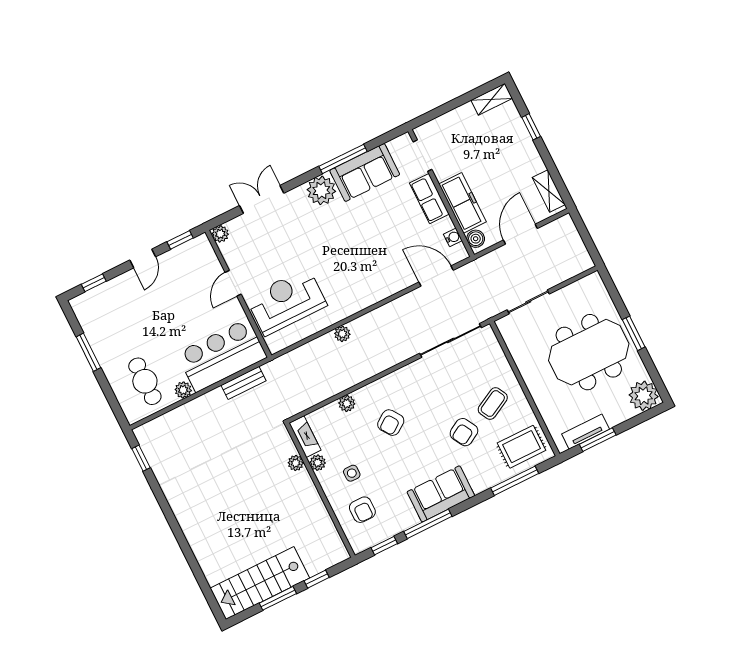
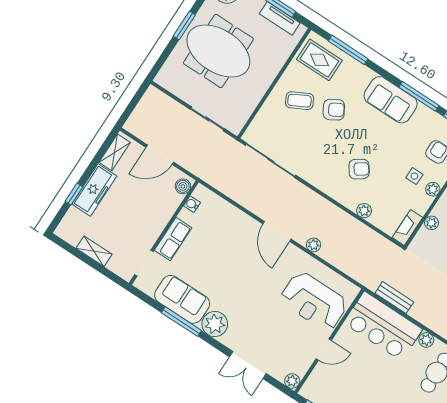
shelving: (492, 99) -> (94, 251), moved
freezer: (462, 203) -> (94, 190), moved, turned 180
door: (436, 276) -> (277, 231), moved
plant: (318, 463) -> (433, 189), moved

